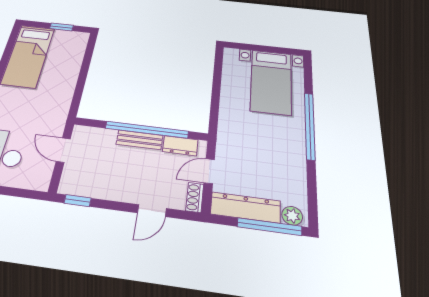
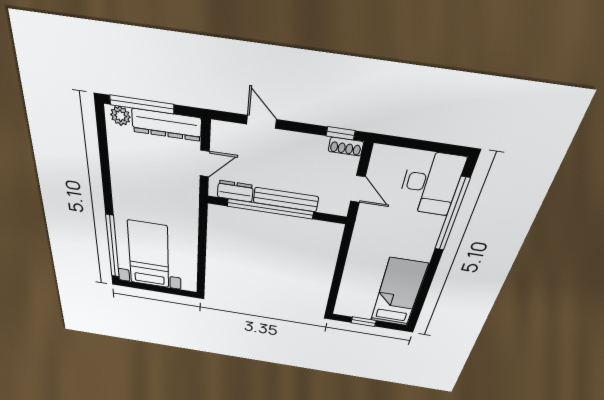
window: (310, 126) -> (113, 247), moved
bench: (140, 140) -> (286, 200), width x1.36
shoe rack: (195, 197) -> (346, 147), moved, turned 90
door: (152, 211) -> (261, 122), hinge flipped

